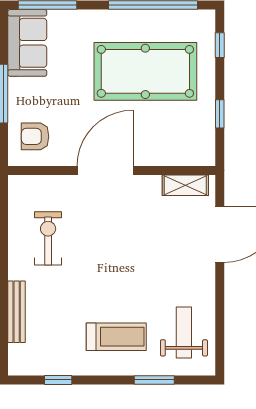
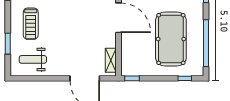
window: (220, 114) -> (132, 78), moved
weight bench: (184, 332) -> (33, 59), turned 180

